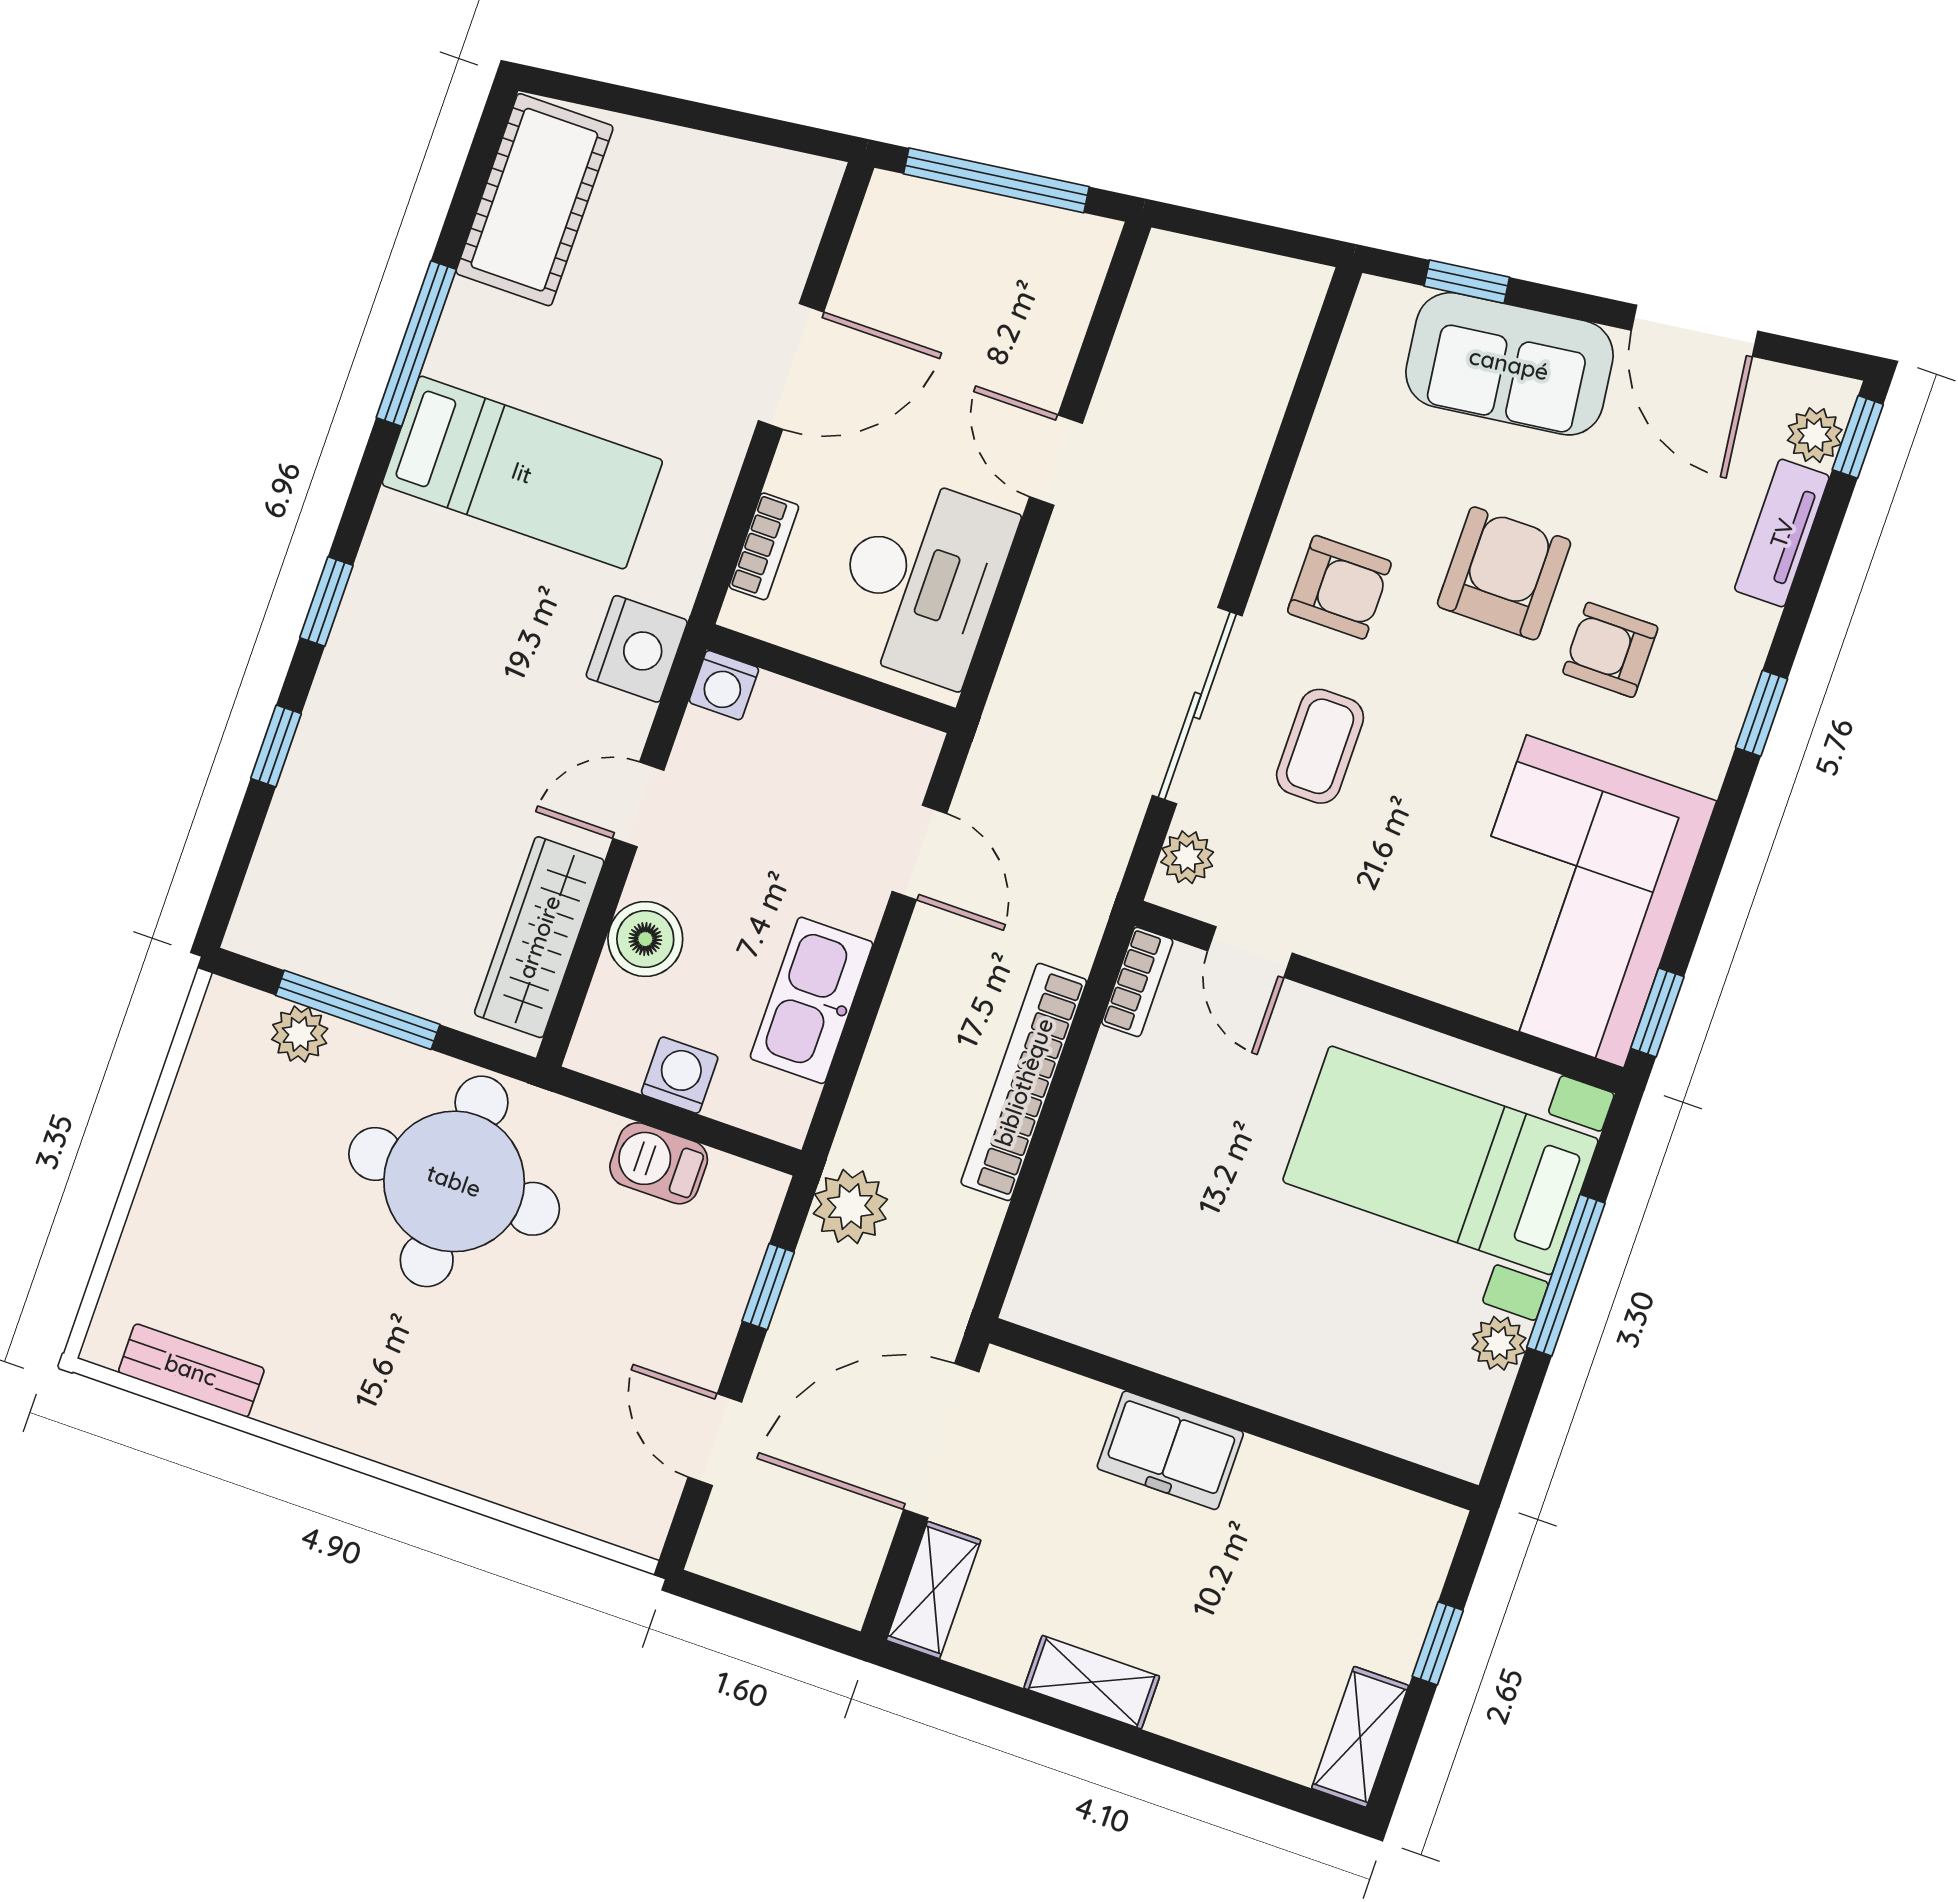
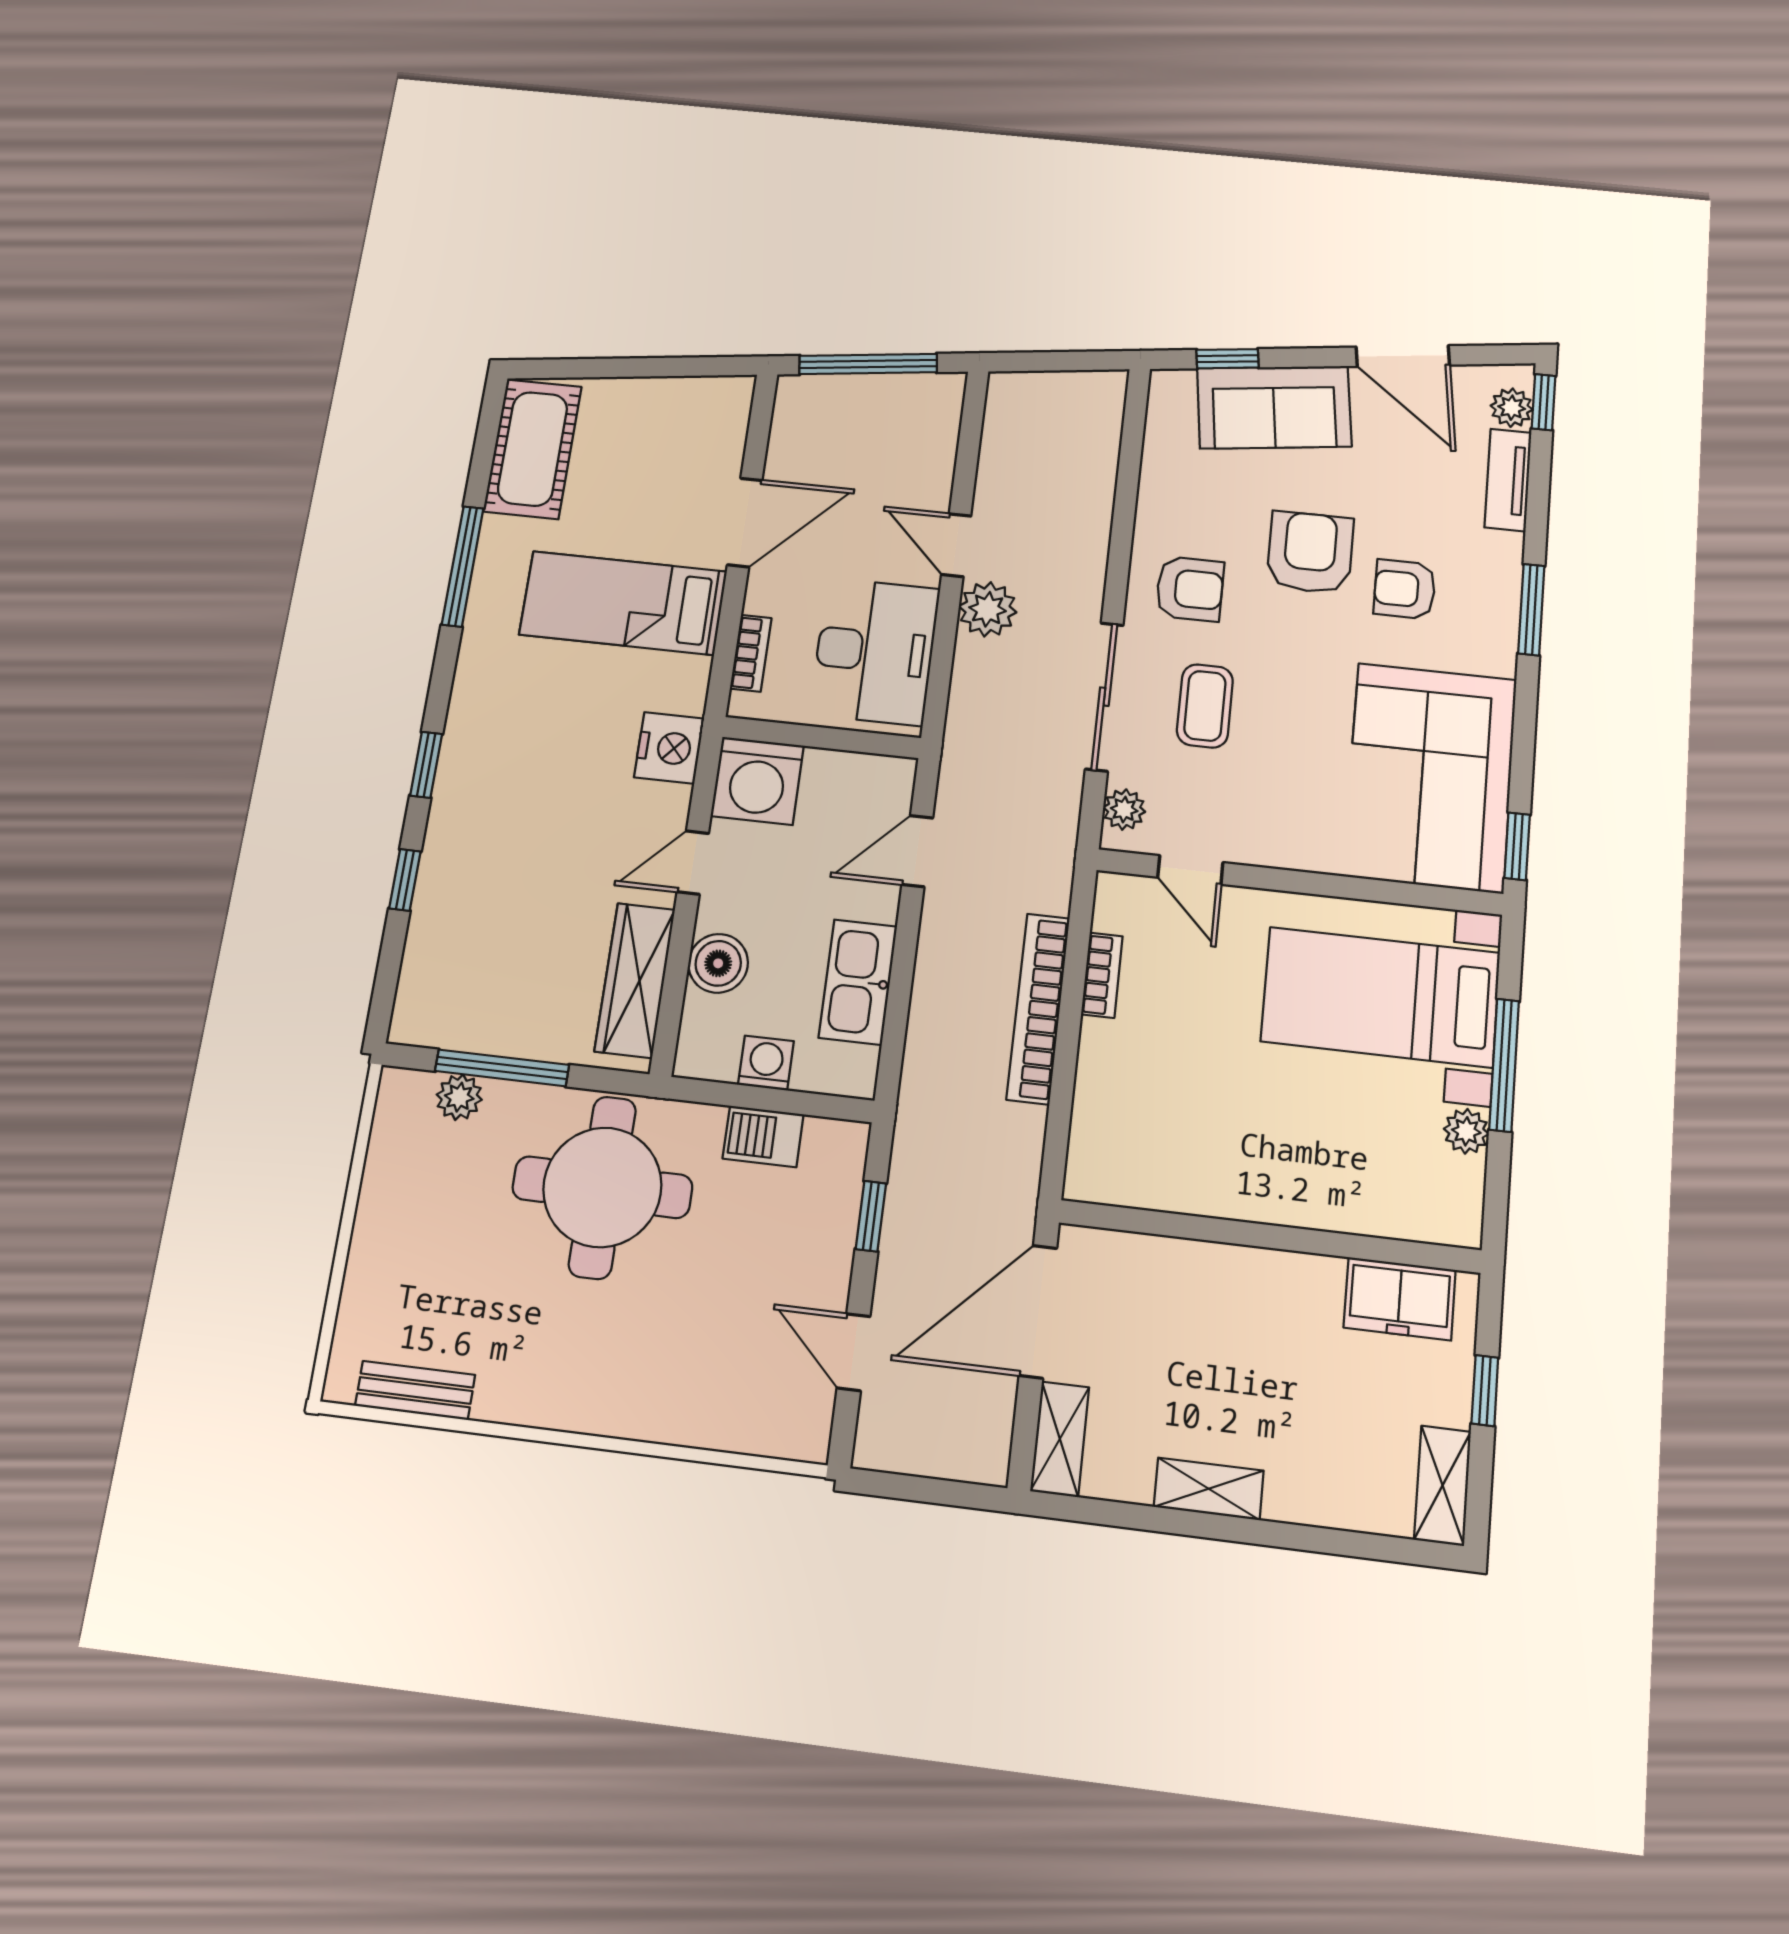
bed: (522, 473) -> (623, 603), moved, turned 180
washing machine: (724, 685) -> (757, 781), width x1.89, depth x1.89
window: (1762, 713) -> (1531, 610), width x1.50
door: (919, 852) -> (917, 851), swing flipped
bookcase: (1137, 982) -> (1102, 975), moved
plant: (850, 1207) -> (988, 609), moved
freezer: (1170, 1450) -> (1400, 1299), moved

